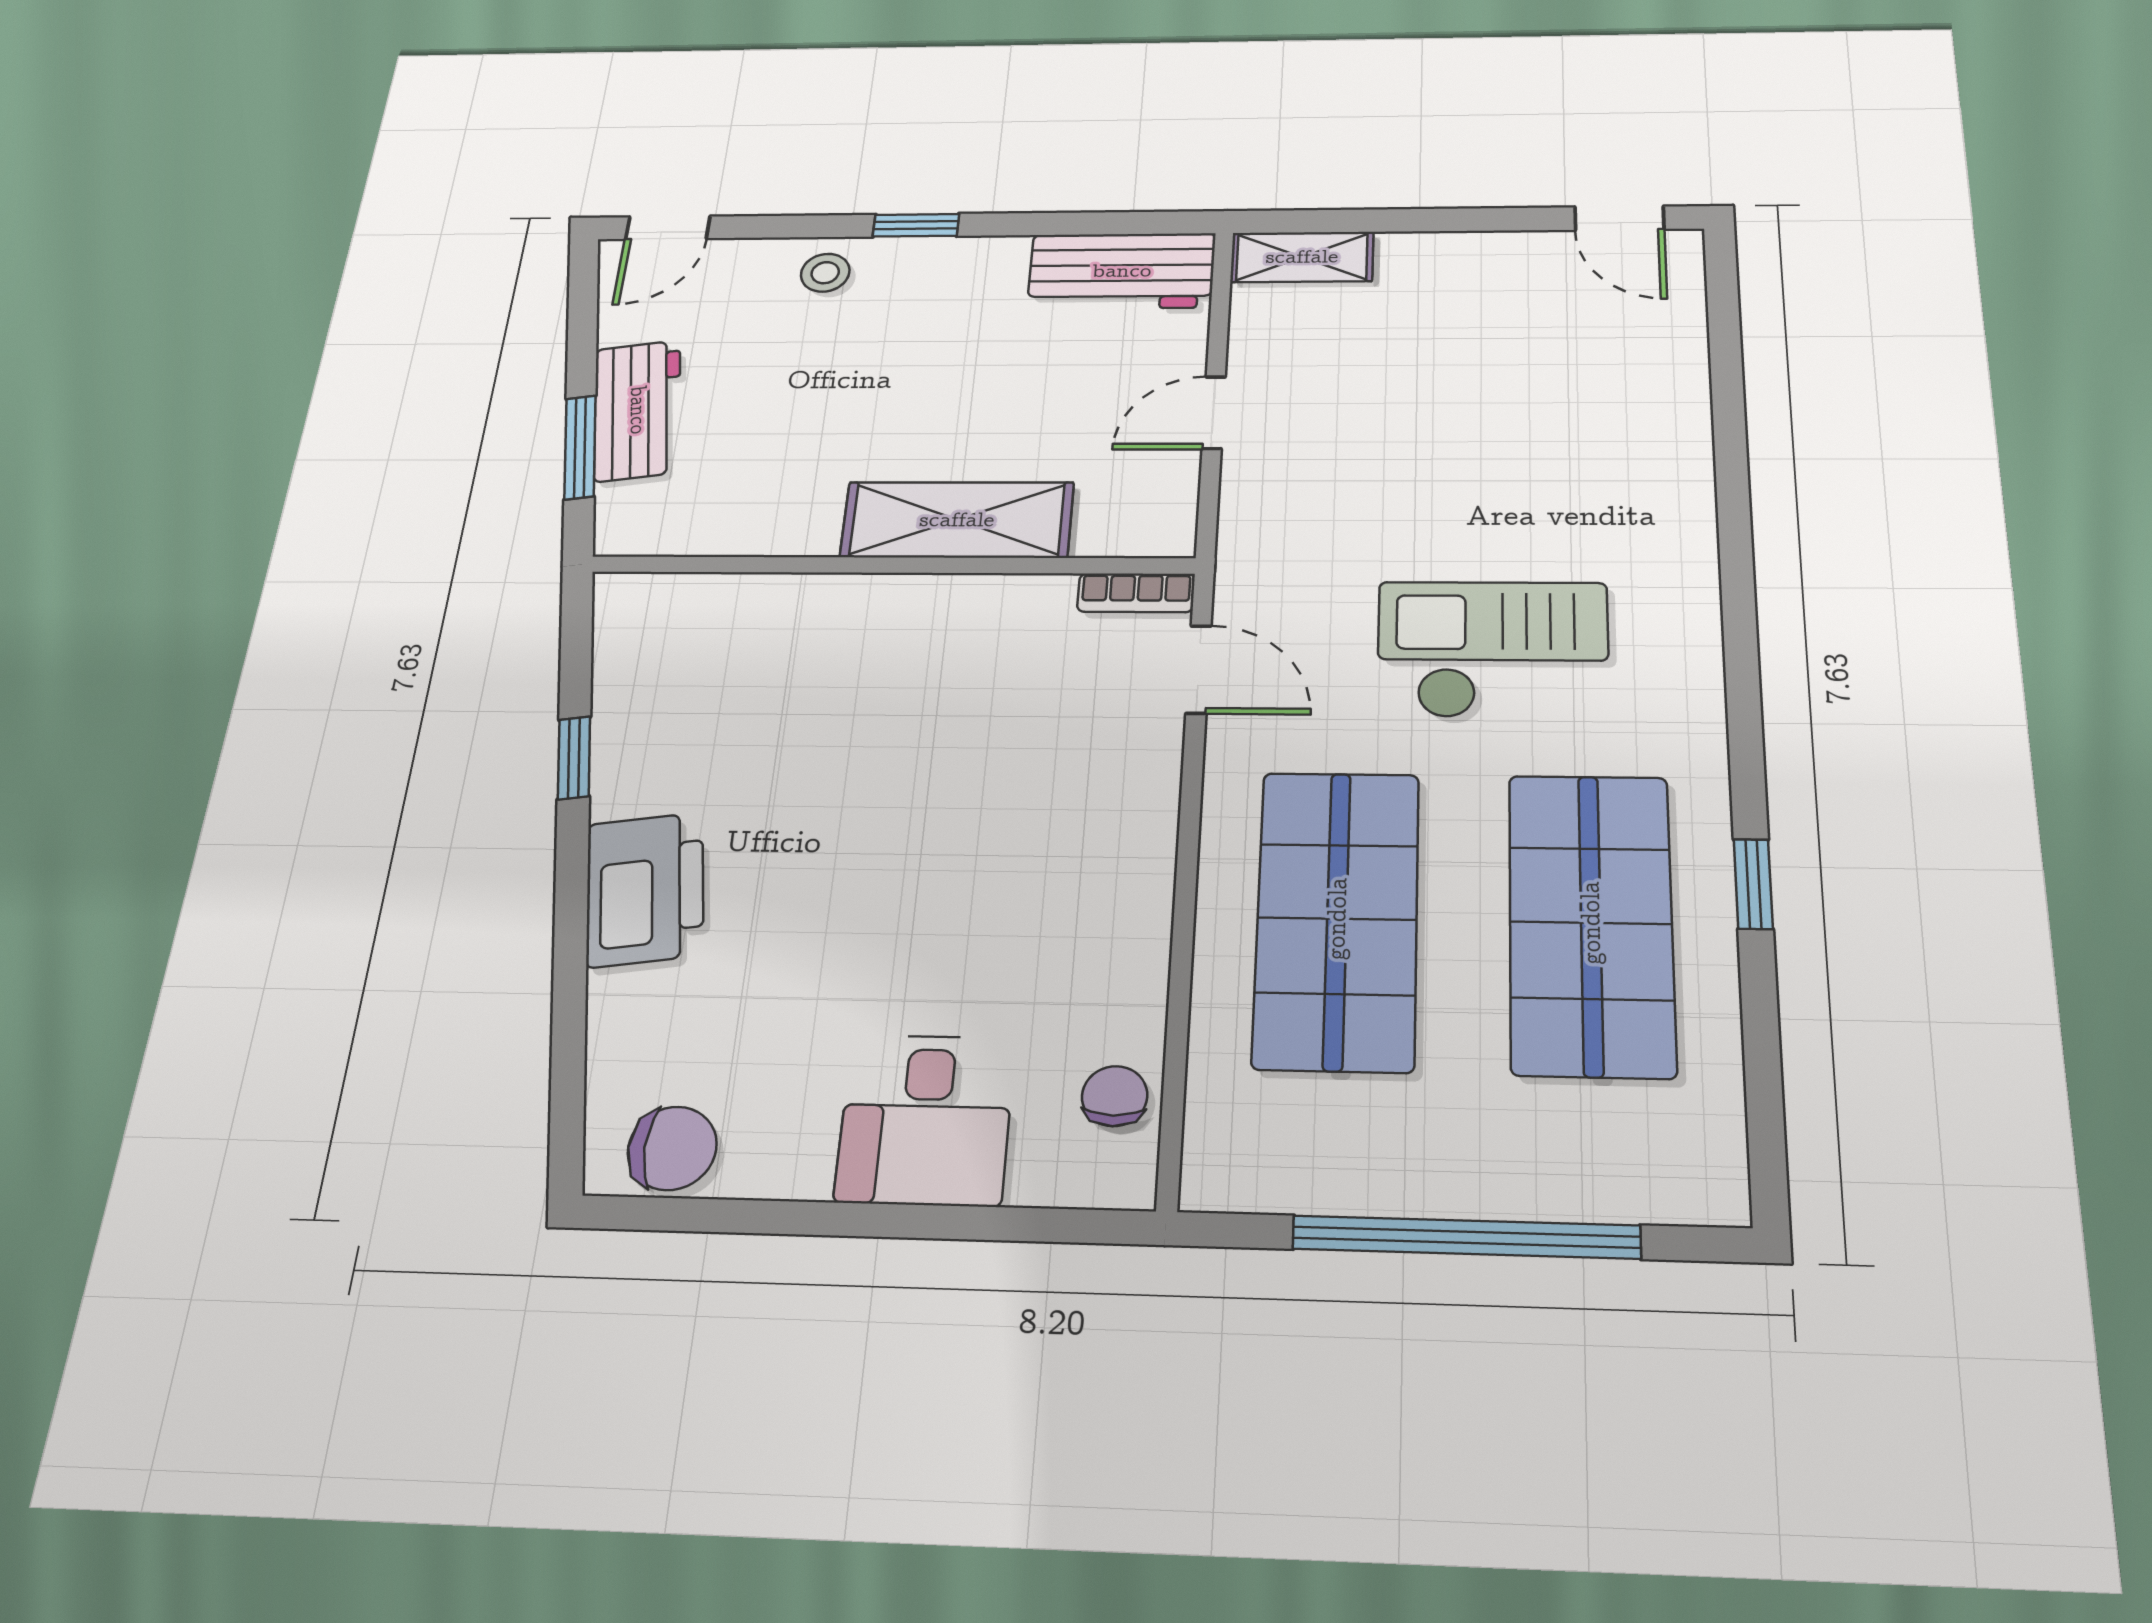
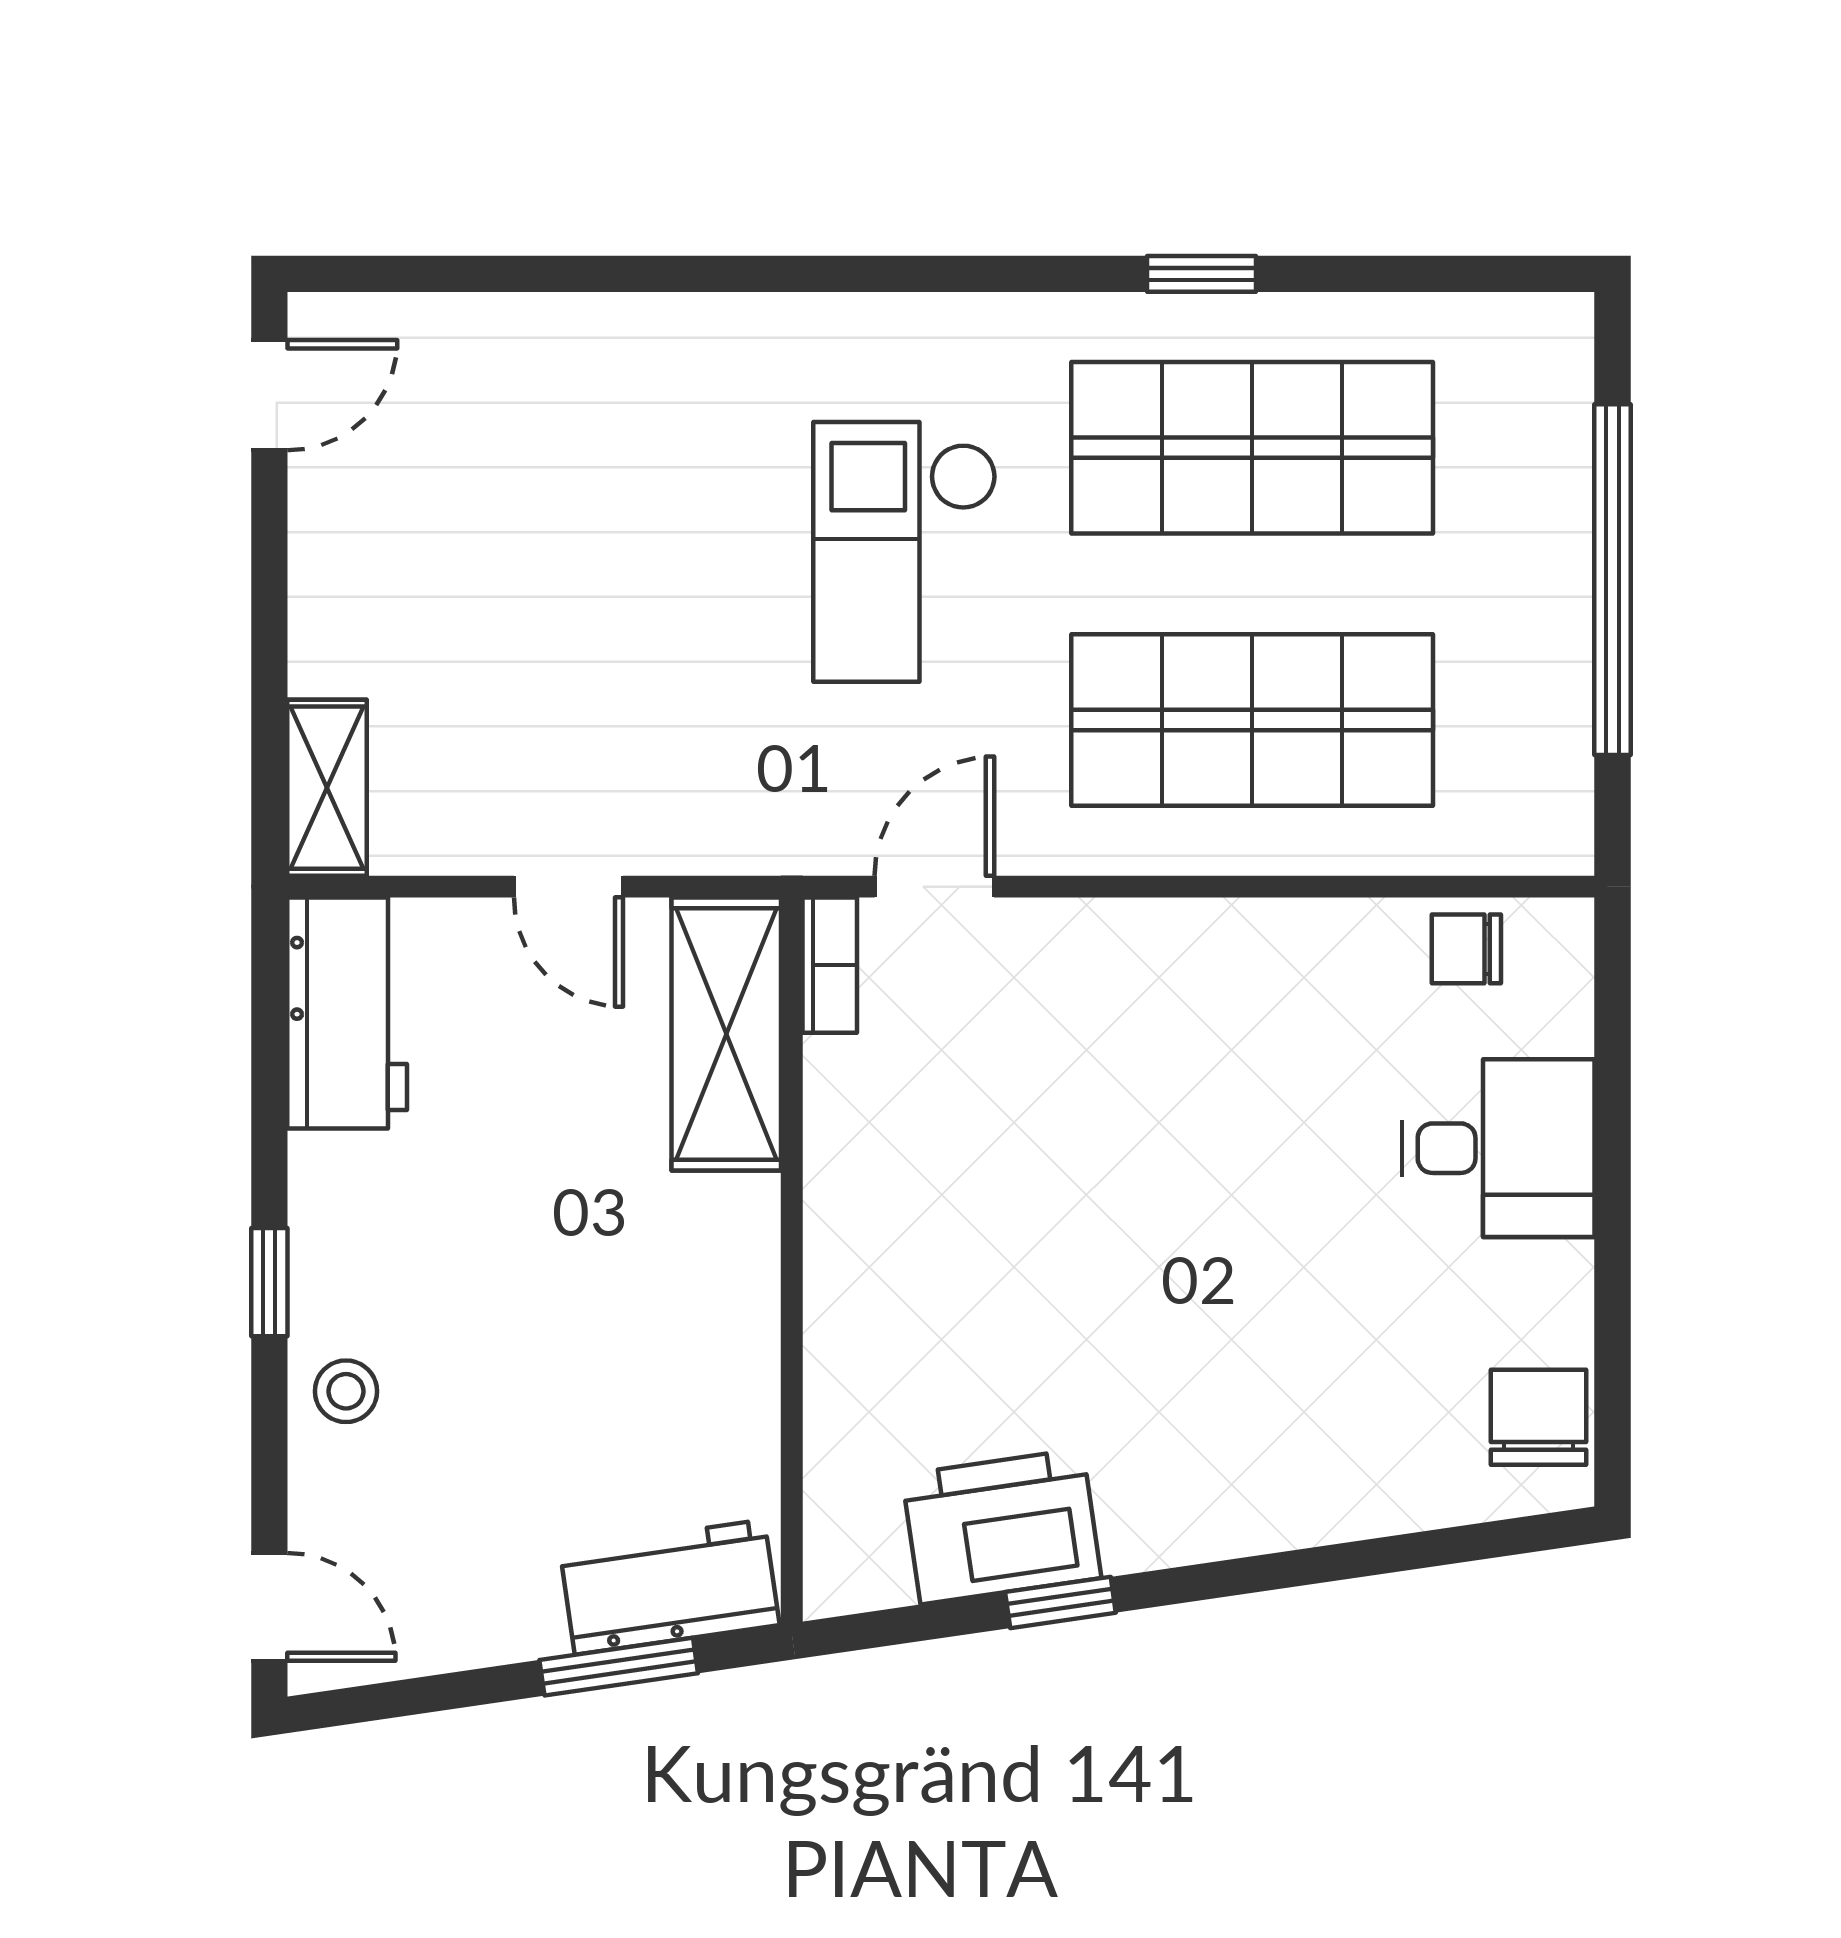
workbench: (638, 410) -> (670, 1587), moved
shelving: (957, 520) -> (726, 1034), moved
printer: (645, 889) -> (1002, 1526), moved

